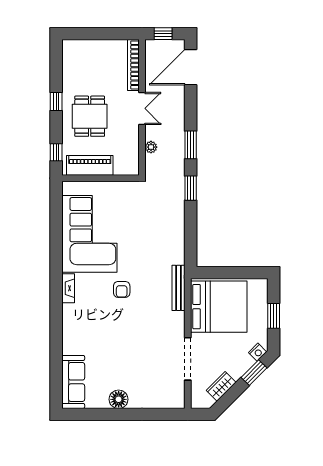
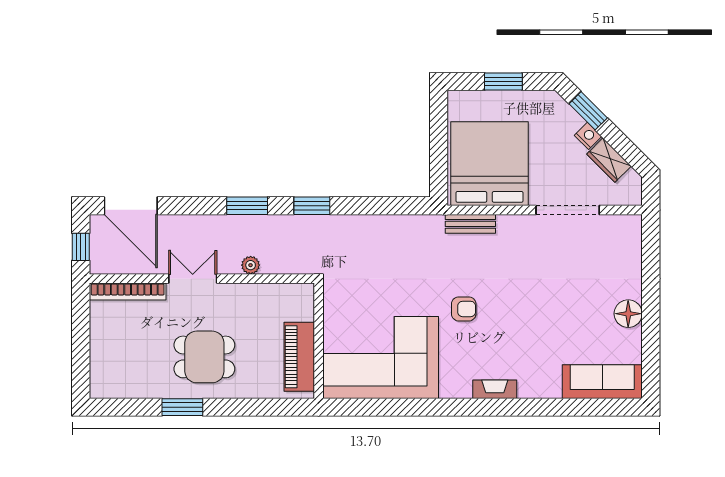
window: (56, 101) -> (182, 407), width x1.50
window: (56, 152) -> (258, 407), removed
piano: (90, 165) -> (299, 357), moved
wall: (100, 178) -> (319, 341), moved
fireplace: (68, 288) -> (495, 389), moved
bench: (179, 288) -> (470, 224), width x0.73
nightstand: (258, 352) -> (588, 136), moved

